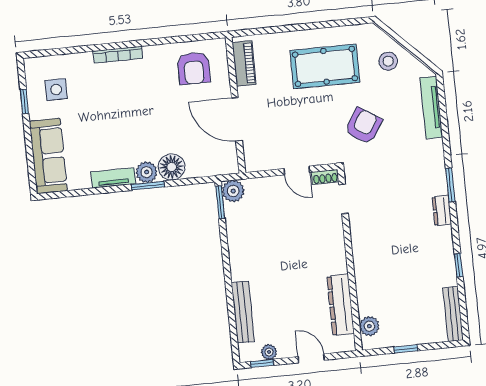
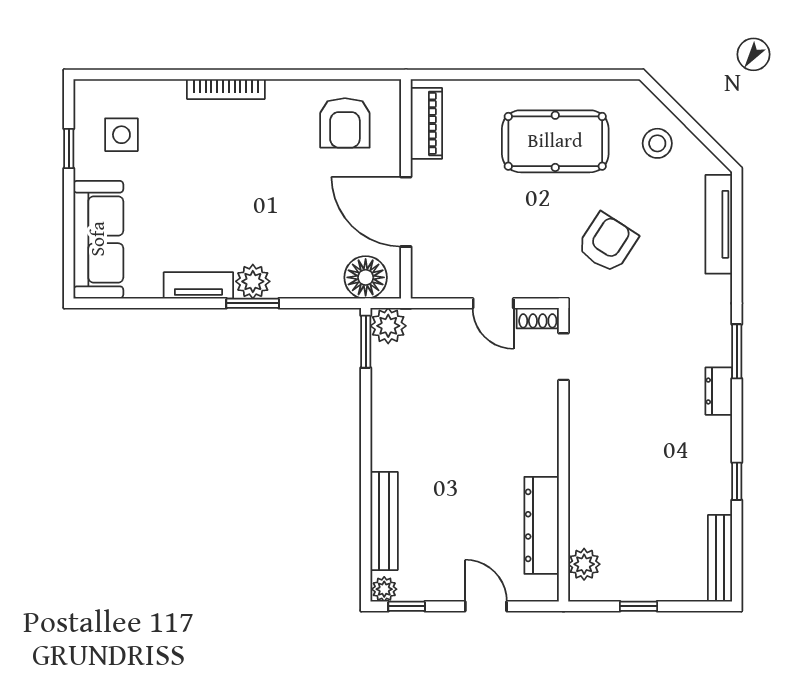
floor lamp: (172, 167) -> (366, 277), moved
plant: (269, 352) -> (384, 589), moved

